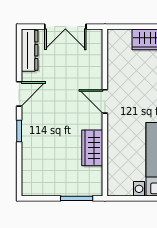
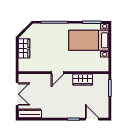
door: (19, 94) -> (92, 119), moved

